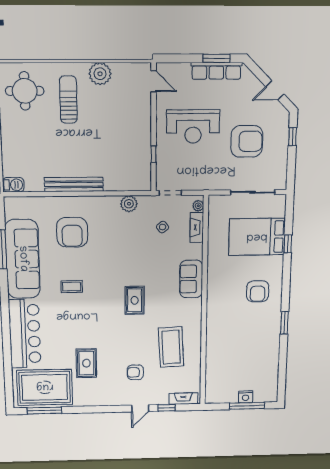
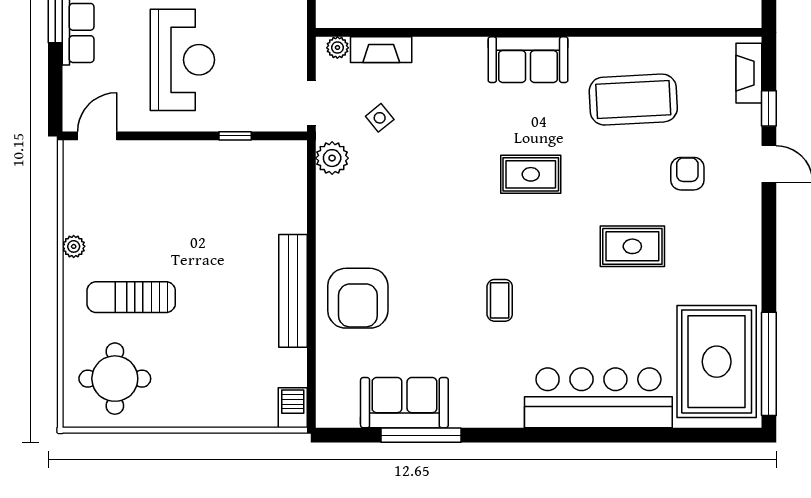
plant: (100, 74) -> (74, 246), width x0.53, depth x0.53
plant: (129, 204) -> (332, 158), moved
armchair: (72, 232) -> (358, 298), moved, turned 90
sofa: (23, 259) -> (404, 403), width x0.54, depth x0.79
sofa: (191, 279) -> (528, 60), moved
rug: (86, 363) -> (632, 246), moved
armchair: (135, 372) -> (687, 174), turned 180
window: (44, 411) -> (769, 364), width x1.46

